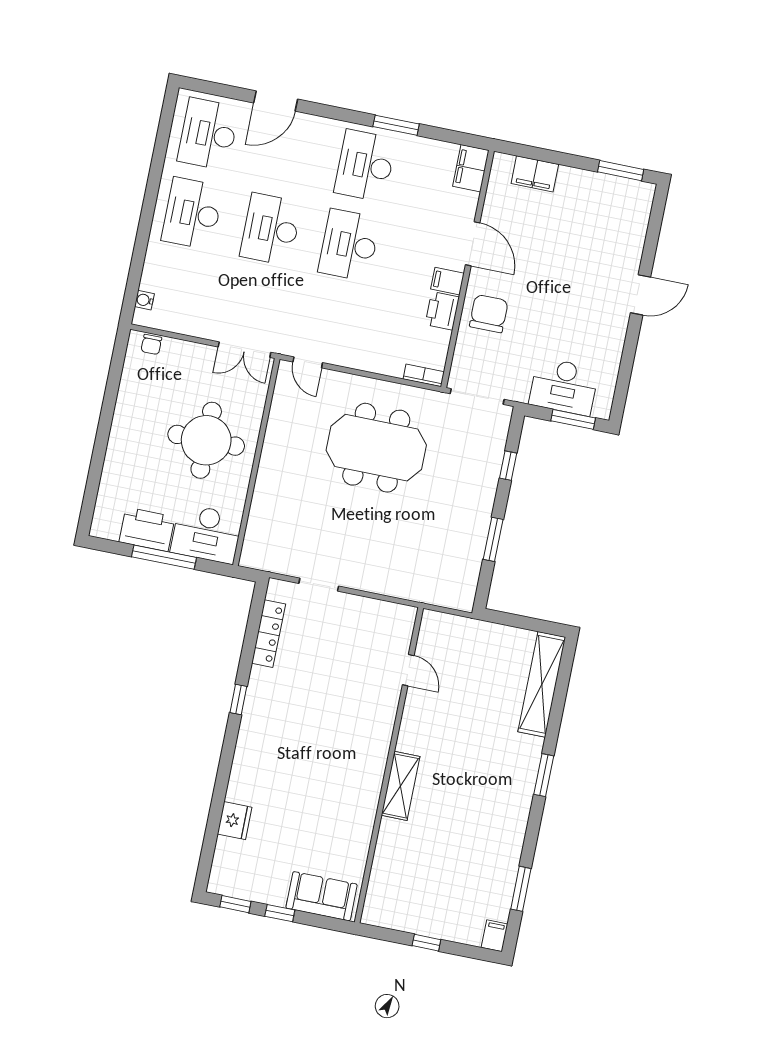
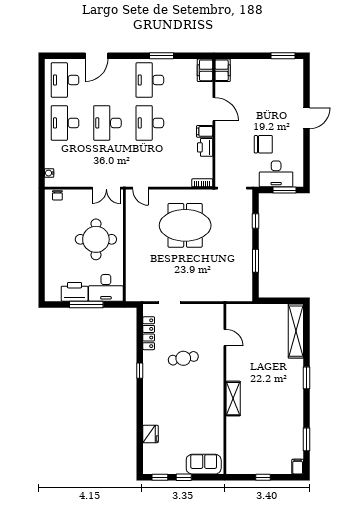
filing cabinet: (535, 174) -> (223, 70), moved, turned -90
chair: (489, 314) -> (263, 144), moved, turned 90
cafe table: (323, 693) -> (183, 358), added

